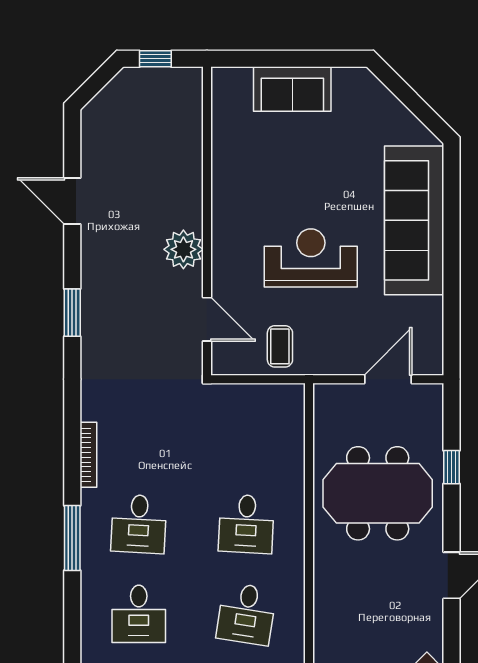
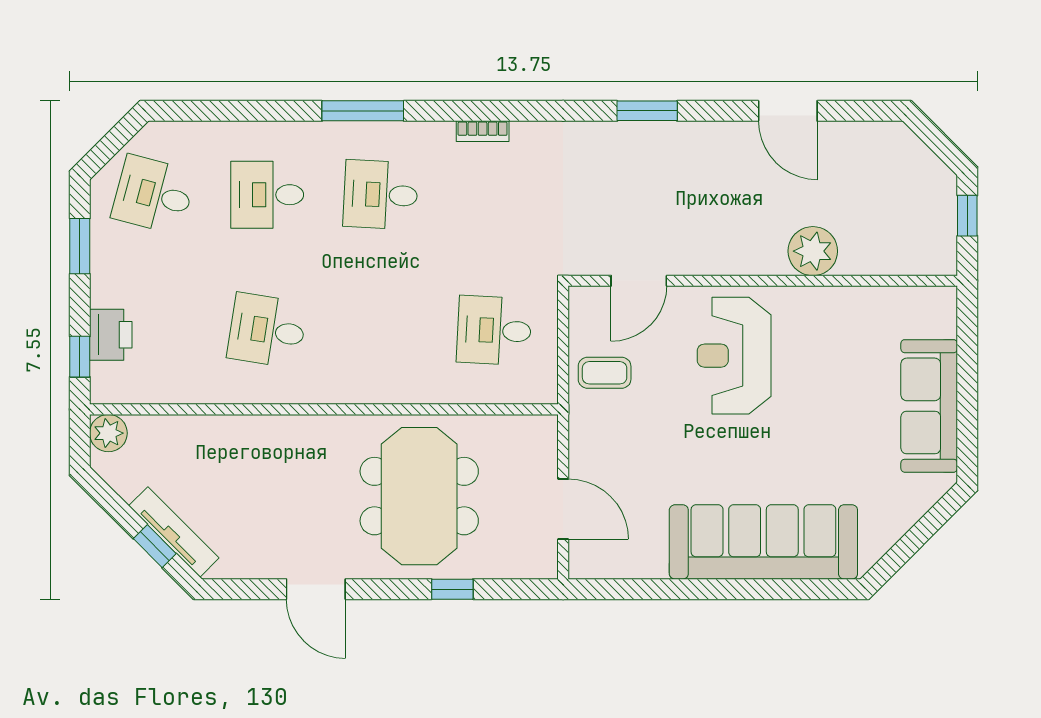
sofa: (292, 89) -> (929, 406), width x1.36
door: (72, 201) -> (788, 111), swing flipped
plant: (183, 249) -> (813, 251), moved
reception desk: (311, 258) -> (734, 356), moved, turned 180
bookcase: (88, 455) -> (483, 131), width x0.64
desk: (246, 524) -> (494, 330), moved

